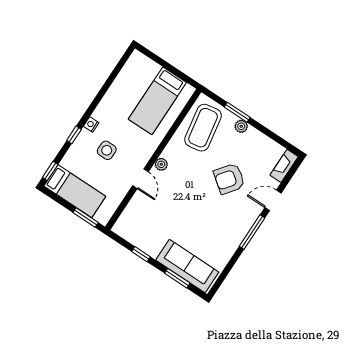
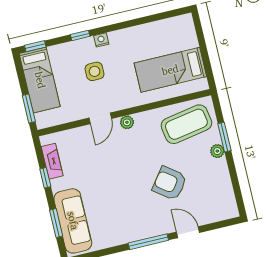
fireplace: (284, 166) -> (52, 161), moved, turned 90

